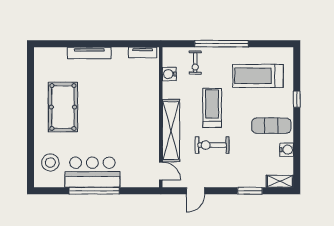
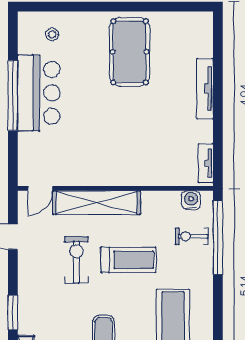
window: (222, 44) -> (218, 237), moved
water cooler: (169, 74) -> (191, 200), moved
pool table: (63, 107) -> (129, 52), turned 90
stool: (50, 163) -> (52, 34), width x0.53, depth x0.53

